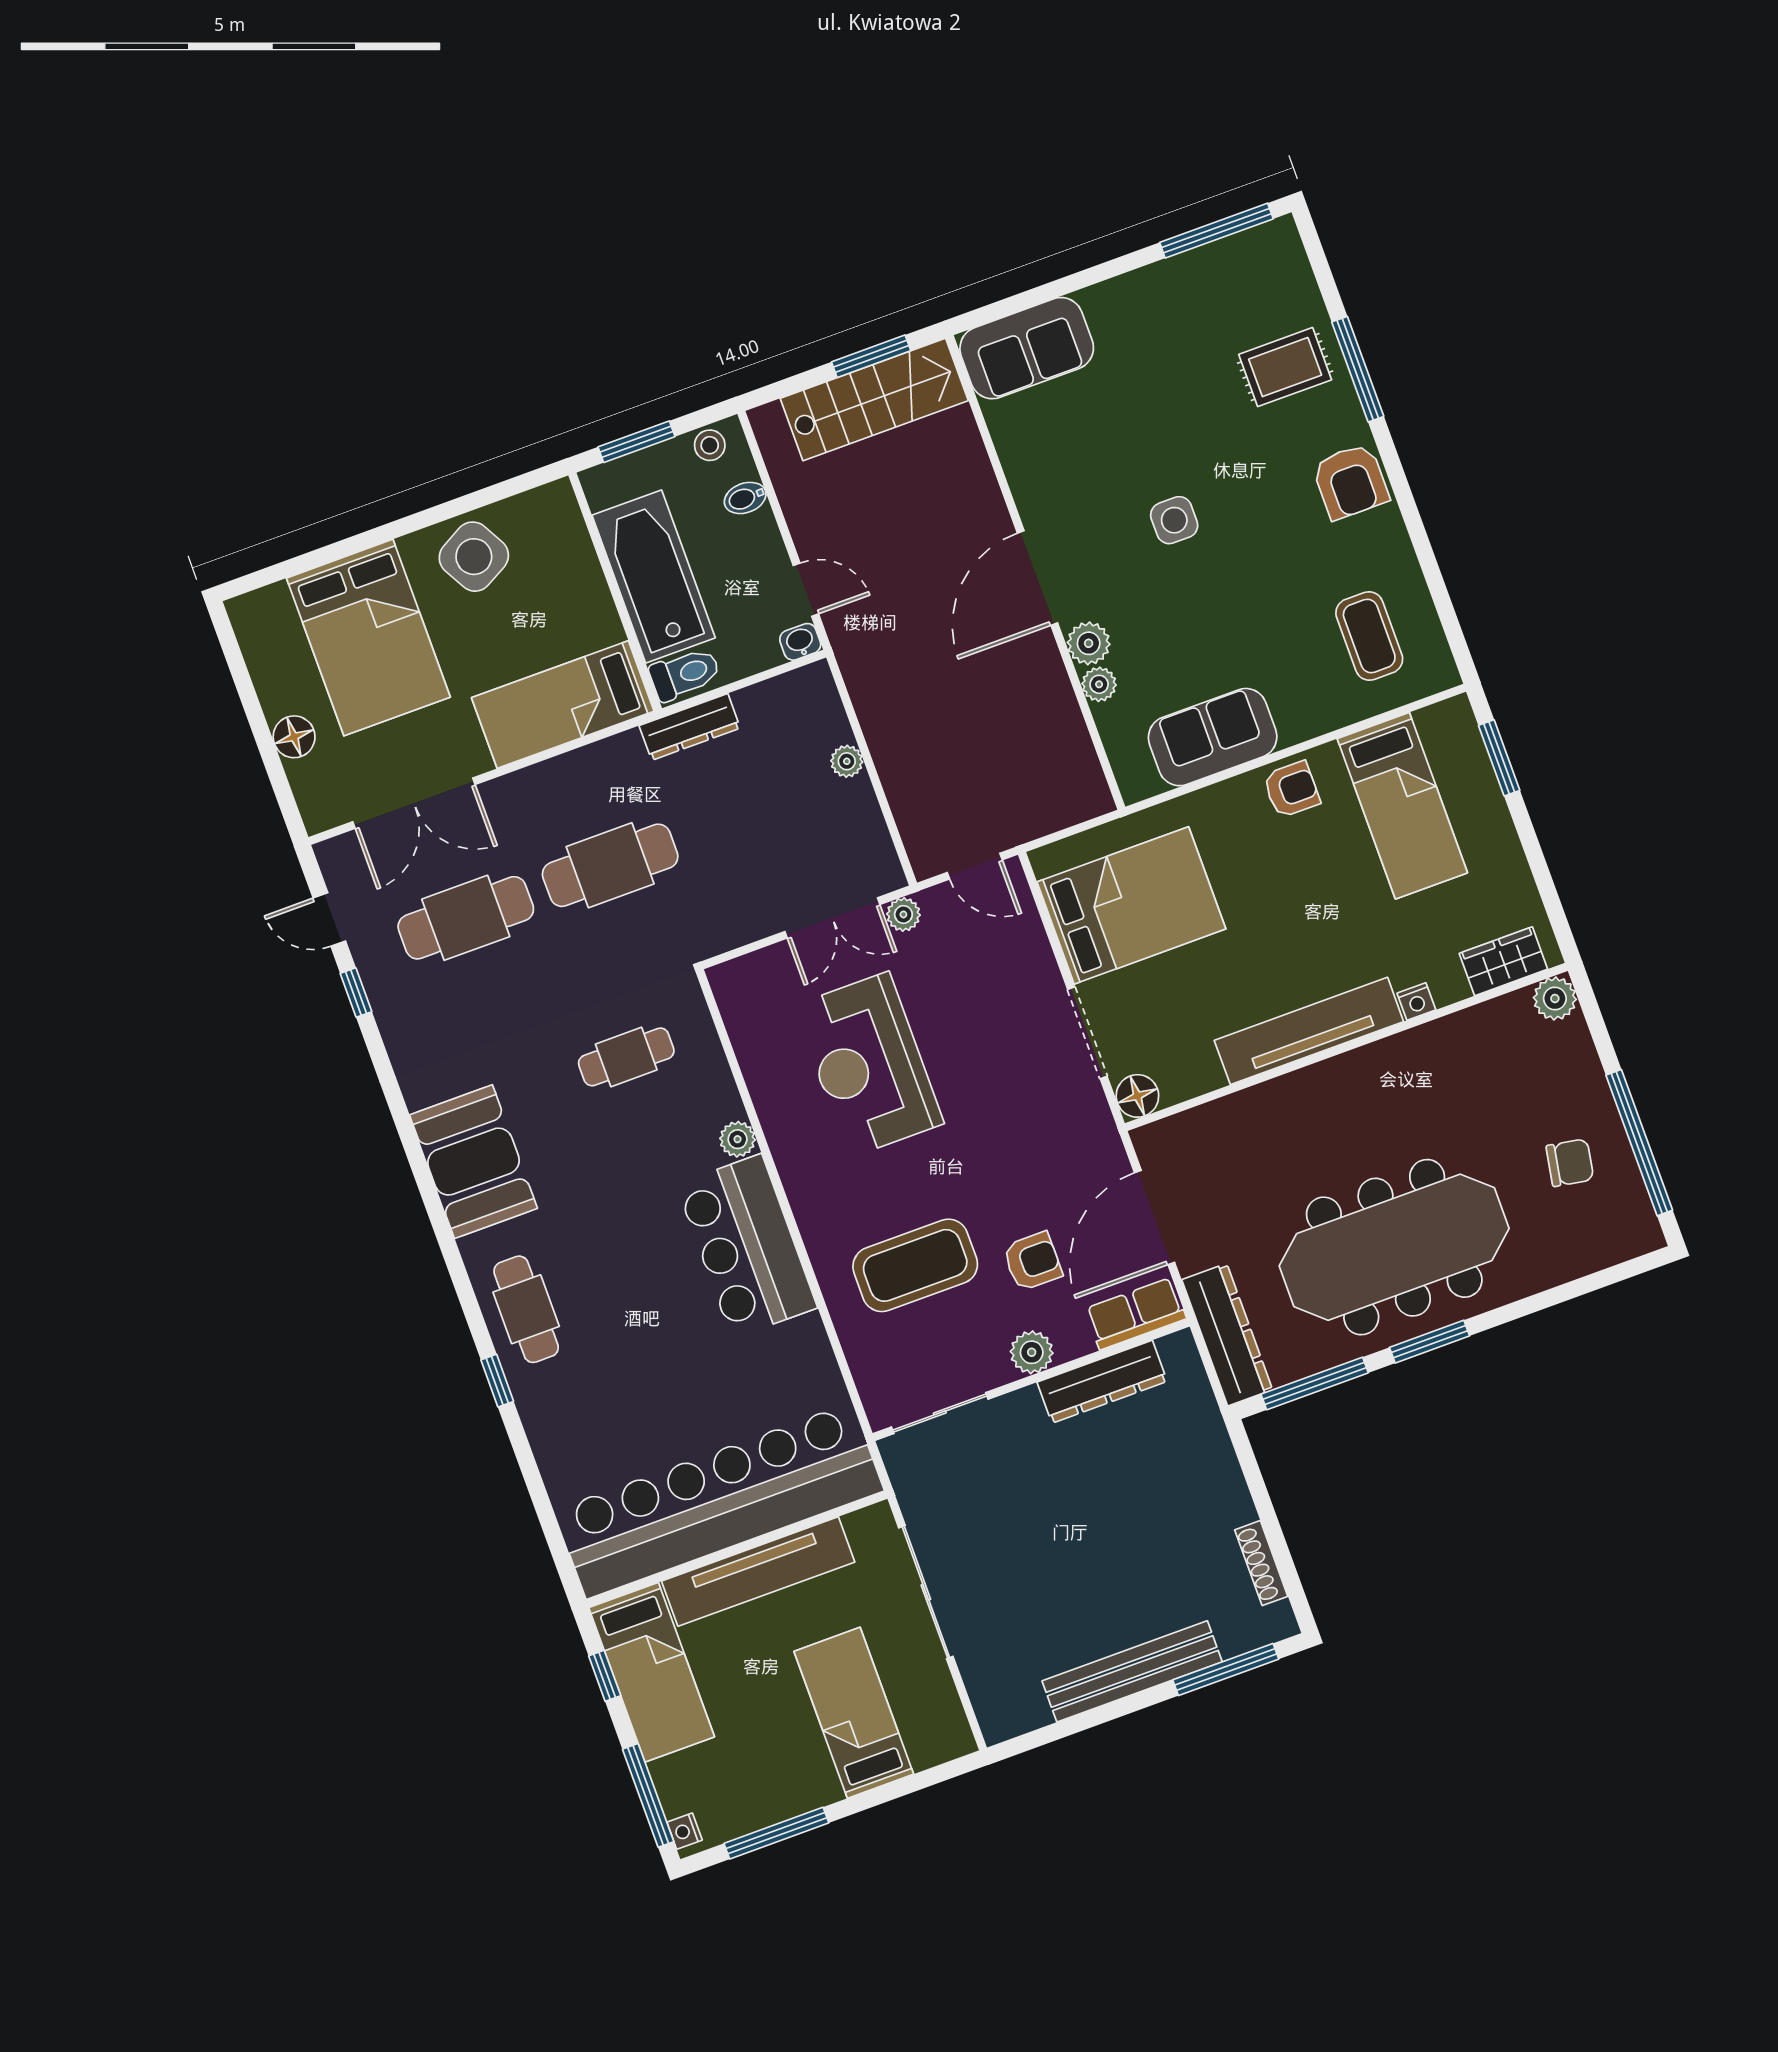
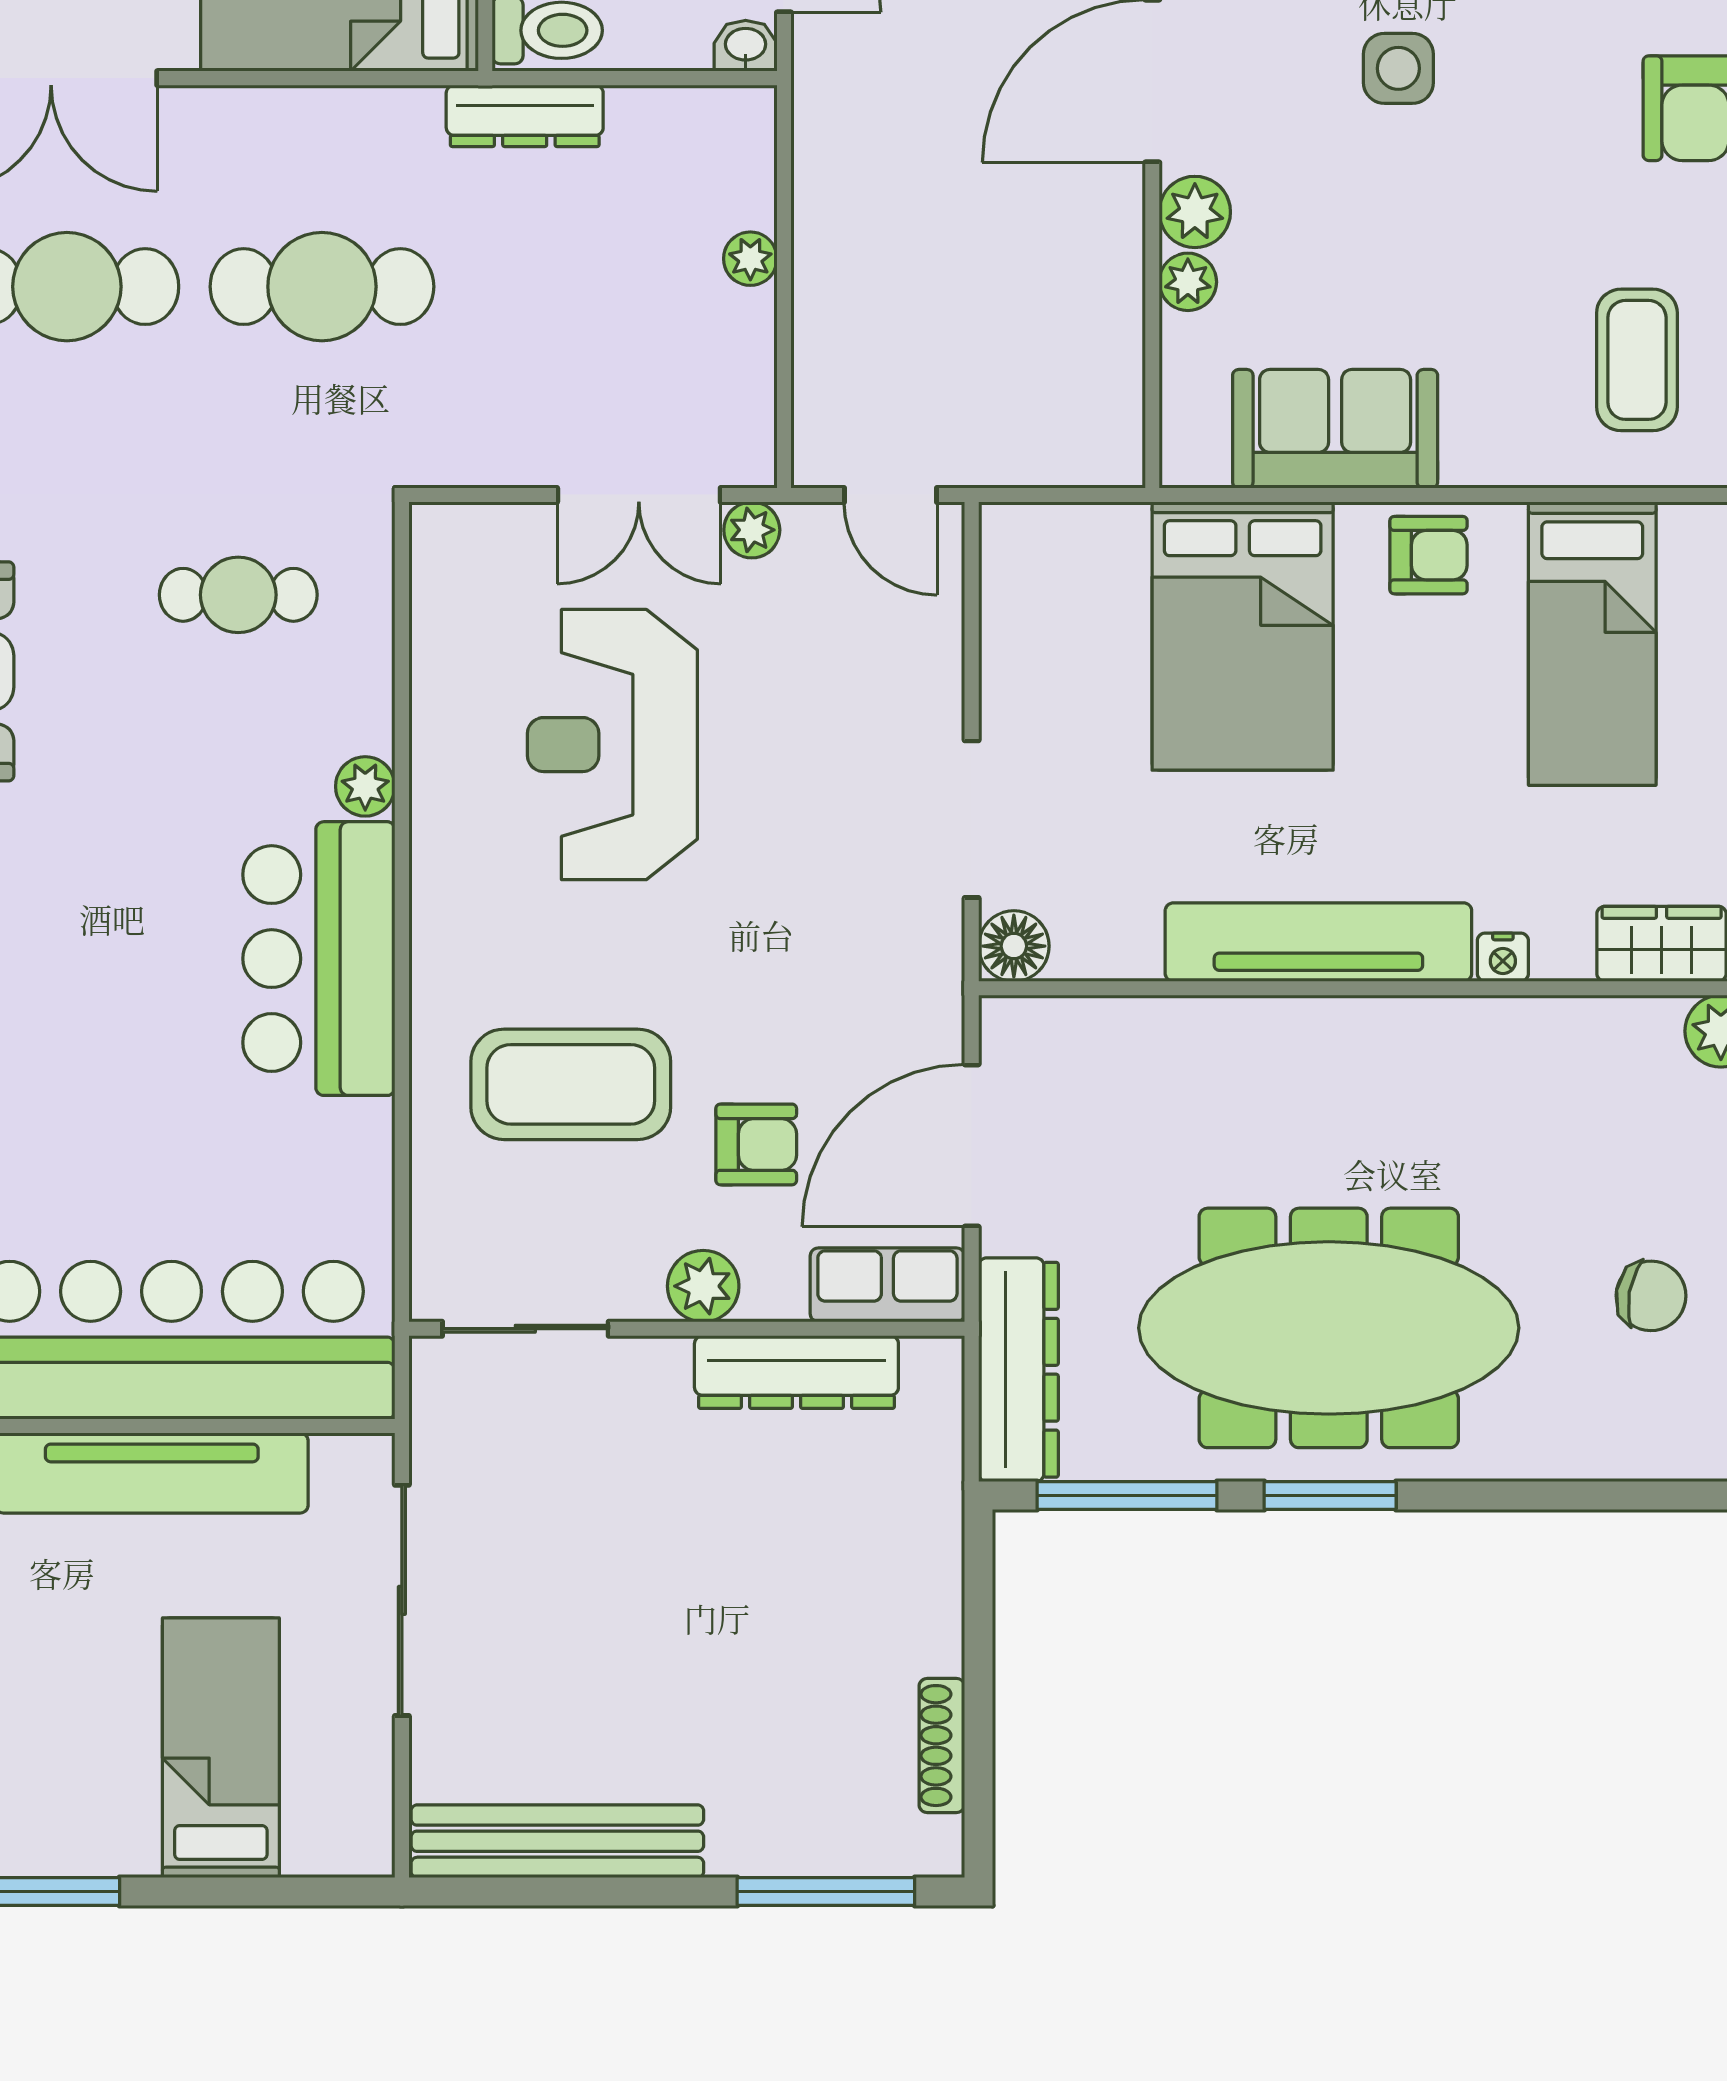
bed: (1131, 905) -> (1243, 636), moved, turned 90
bench: (1132, 1671) -> (557, 1841), moved

